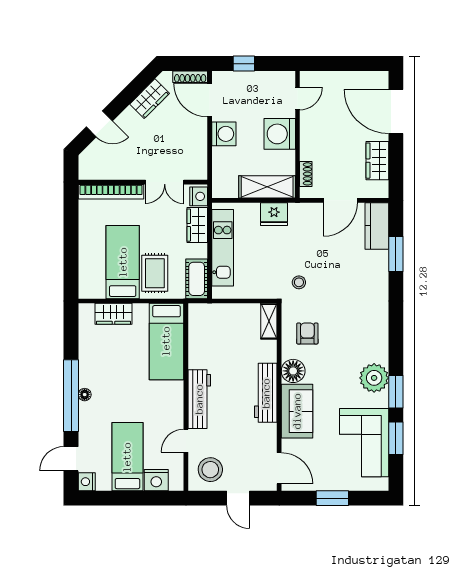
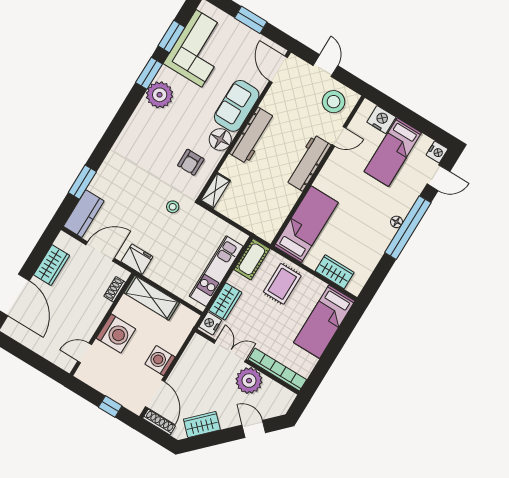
plant: (131, 166) -> (249, 381), added
fridge: (274, 214) -> (137, 259), moved
bed: (123, 262) -> (324, 322), moved

